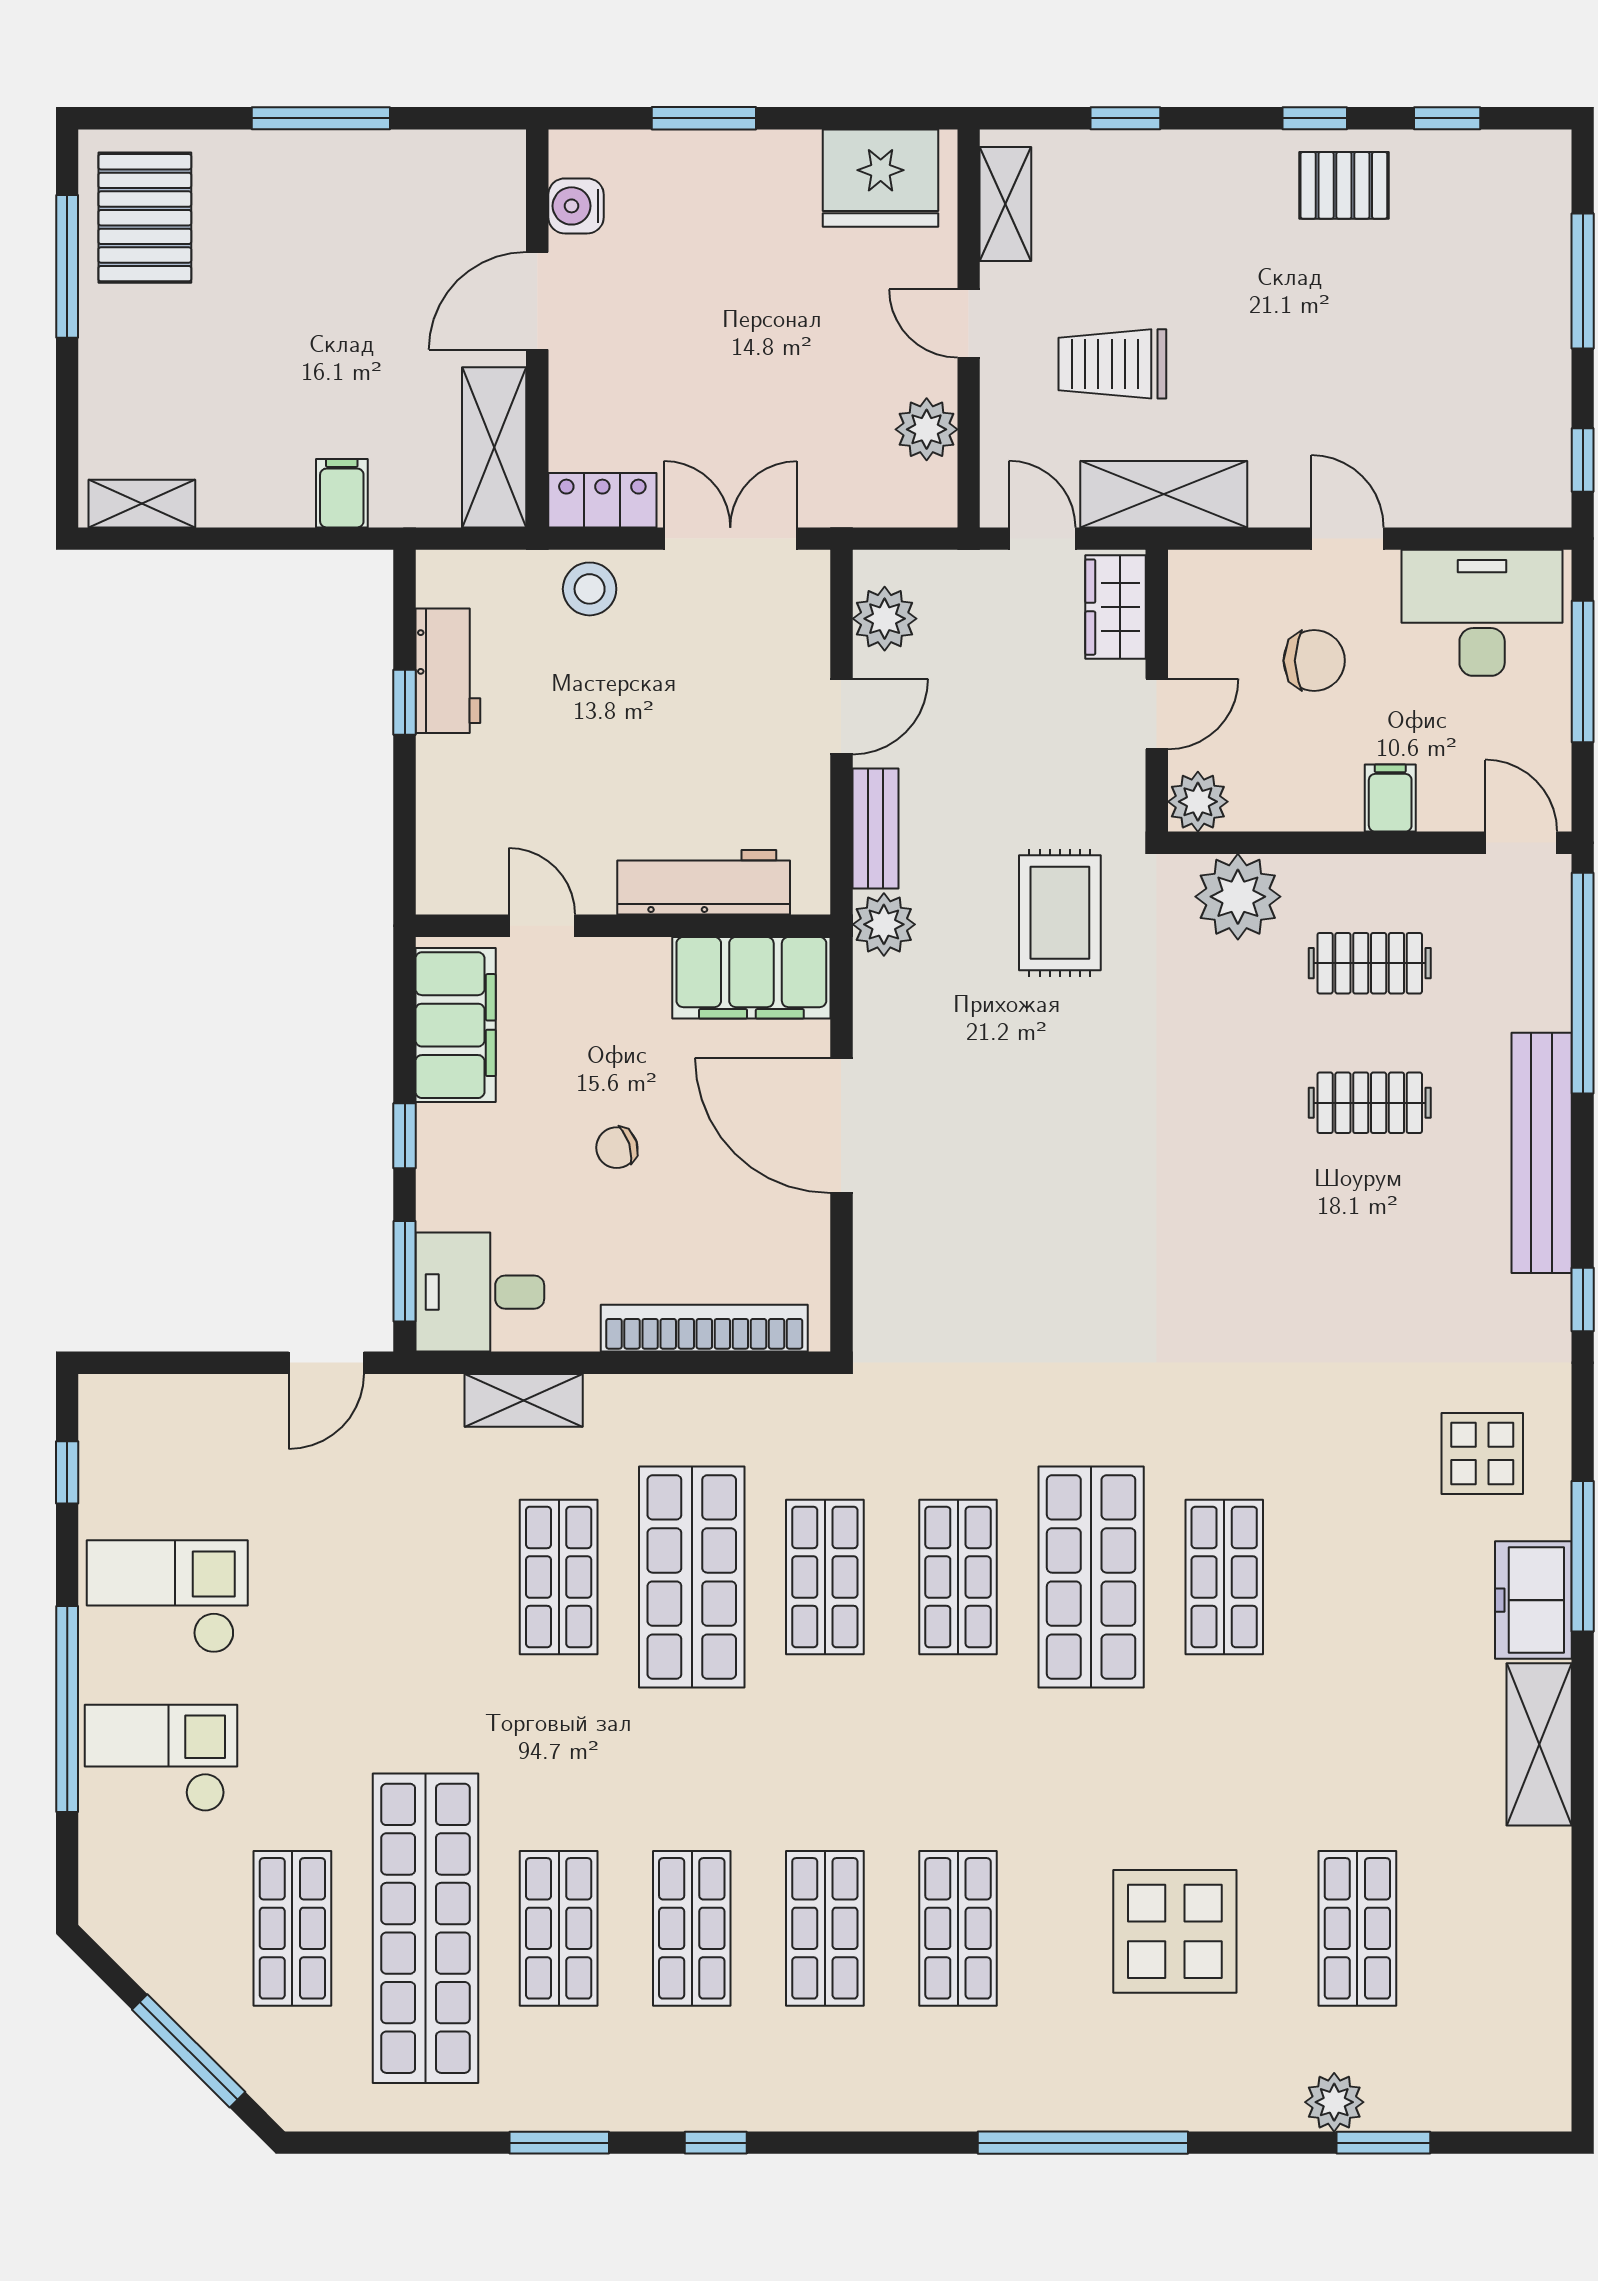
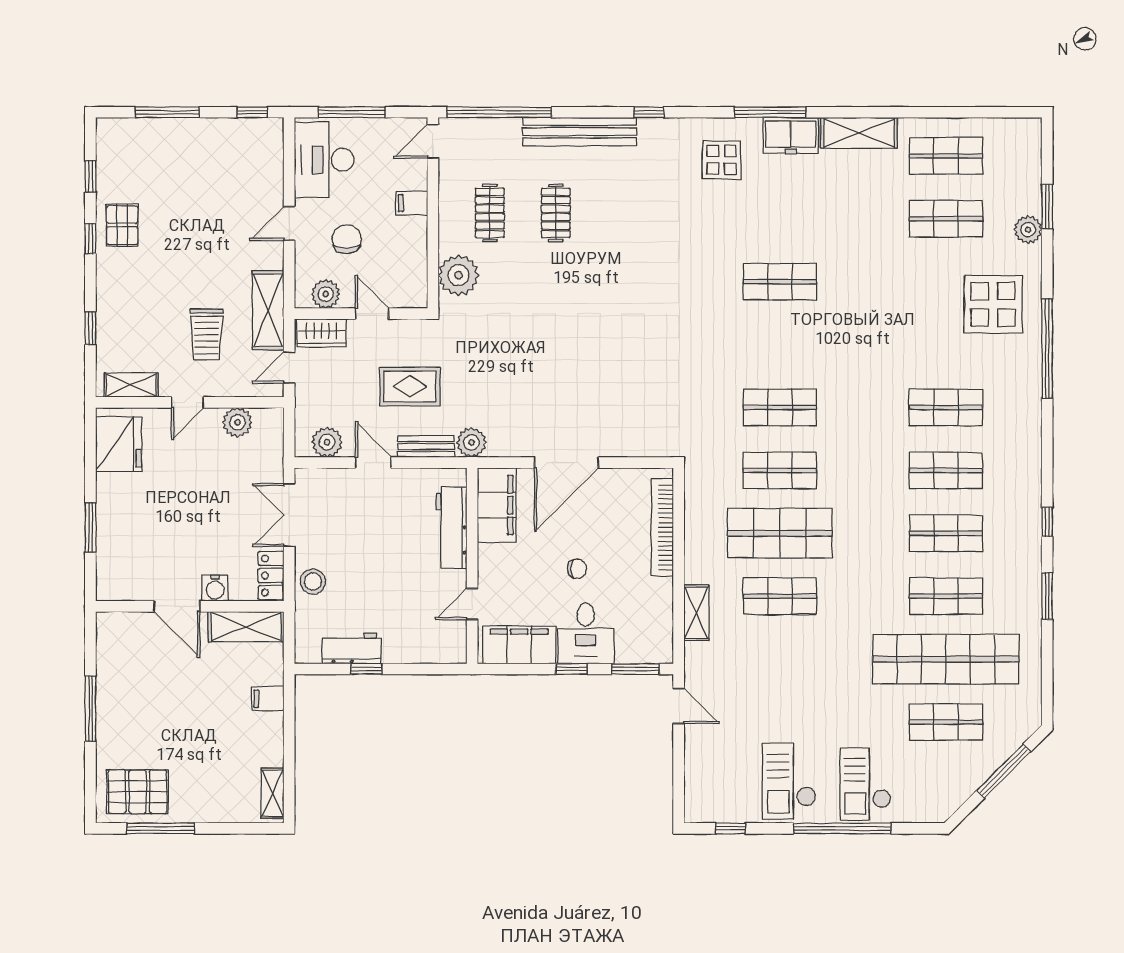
water cooler: (576, 206) -> (215, 588), moved
plant: (1198, 802) -> (326, 294), moved
rug: (1060, 913) -> (410, 387), moved
chair: (617, 1148) -> (577, 569), turned -72
desk: (480, 1292) -> (586, 633), moved
shop shelf: (1091, 1577) -> (946, 156), moved, width x0.70, depth x0.74
display table: (1175, 1931) -> (993, 304), moved

